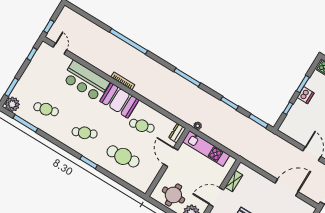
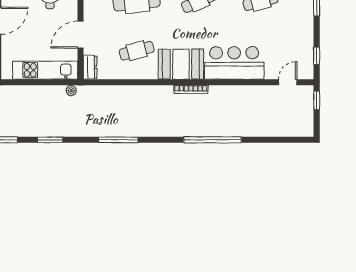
door: (60, 49) -> (288, 82), swing flipped
door: (171, 157) -> (80, 35), swing flipped

